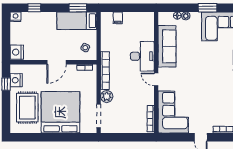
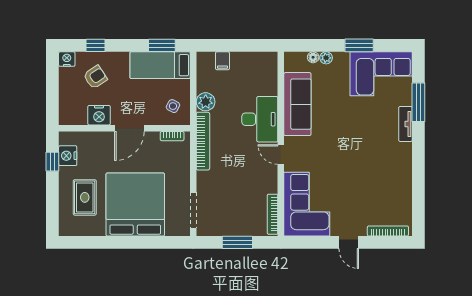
armchair: (34, 29) -> (95, 77), added
nightstand: (17, 52) -> (99, 115), moved, turned -90
plant: (107, 96) -> (206, 102), moved
rug: (27, 108) -> (85, 197), width x0.73, depth x0.70
window: (128, 137) -> (237, 242), added

